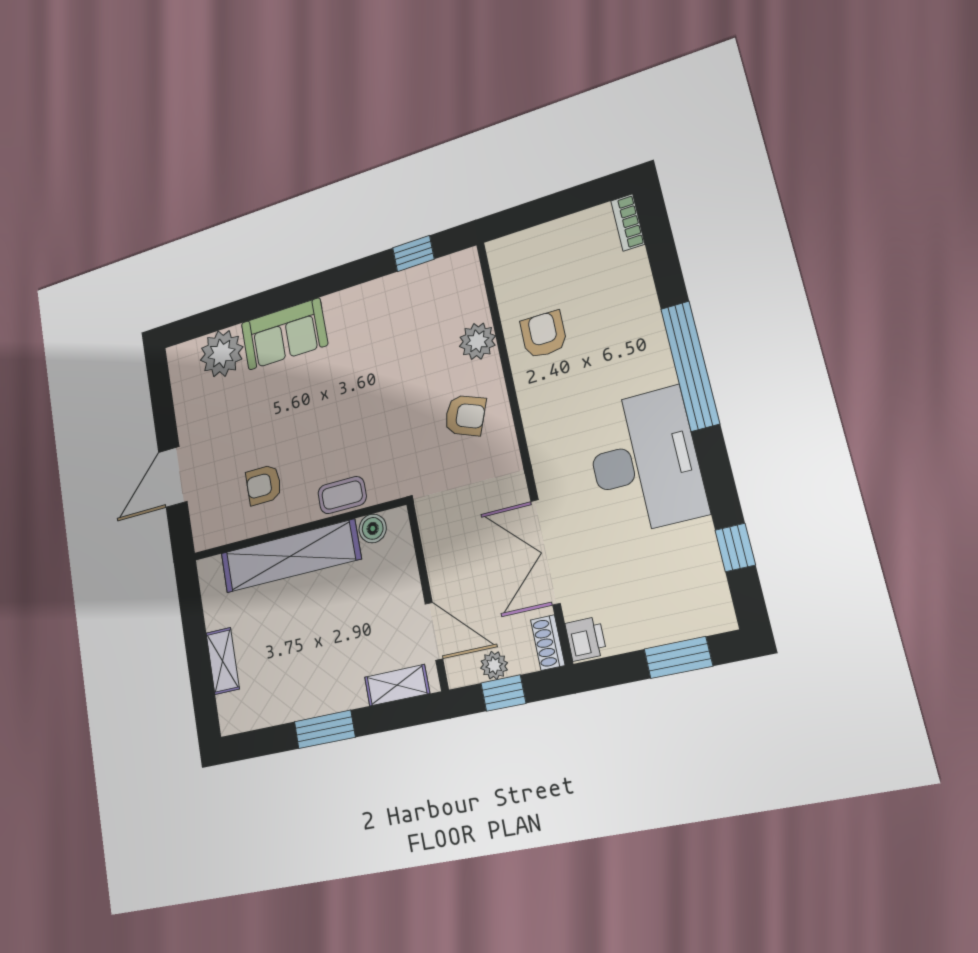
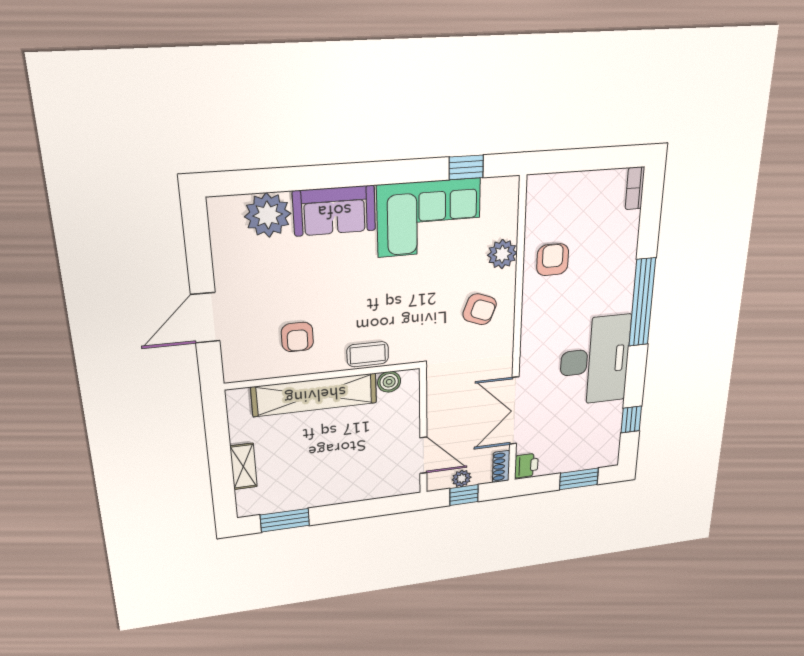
corner sofa: (383, 318) -> (429, 218), added
armchair: (264, 485) -> (297, 337), turned -90
shelving: (397, 685) -> (389, 488), removed
window: (325, 729) -> (285, 520), moved

